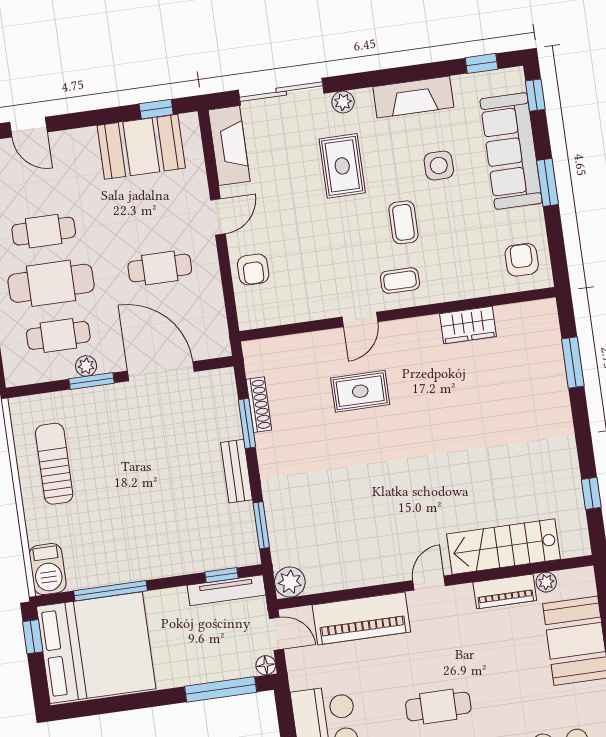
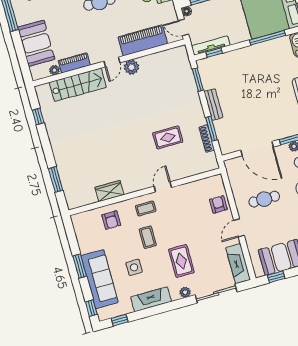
armchair: (522, 260) -> (111, 220), moved
rug: (360, 391) -> (168, 137), moved
plant: (290, 582) -> (131, 67), moved

